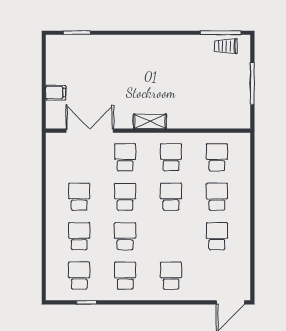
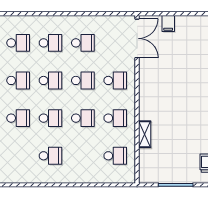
shelving: (150, 121) -> (145, 134), moved
double door: (90, 131) -> (137, 38), moved
school desk: (217, 197) -> (50, 118), moved

